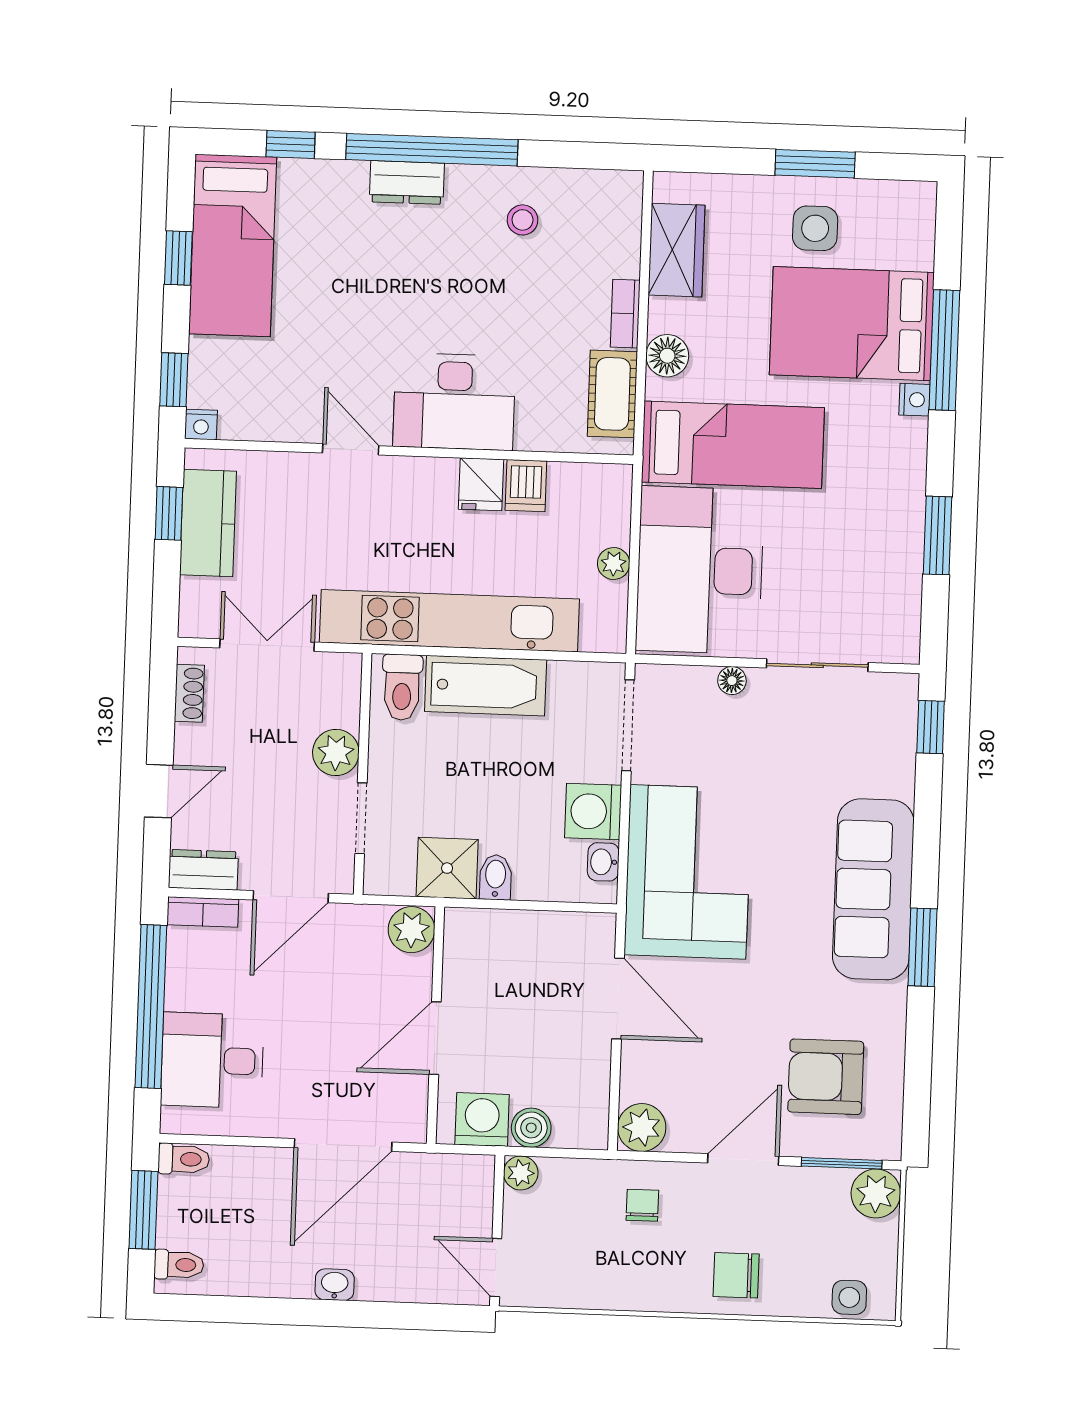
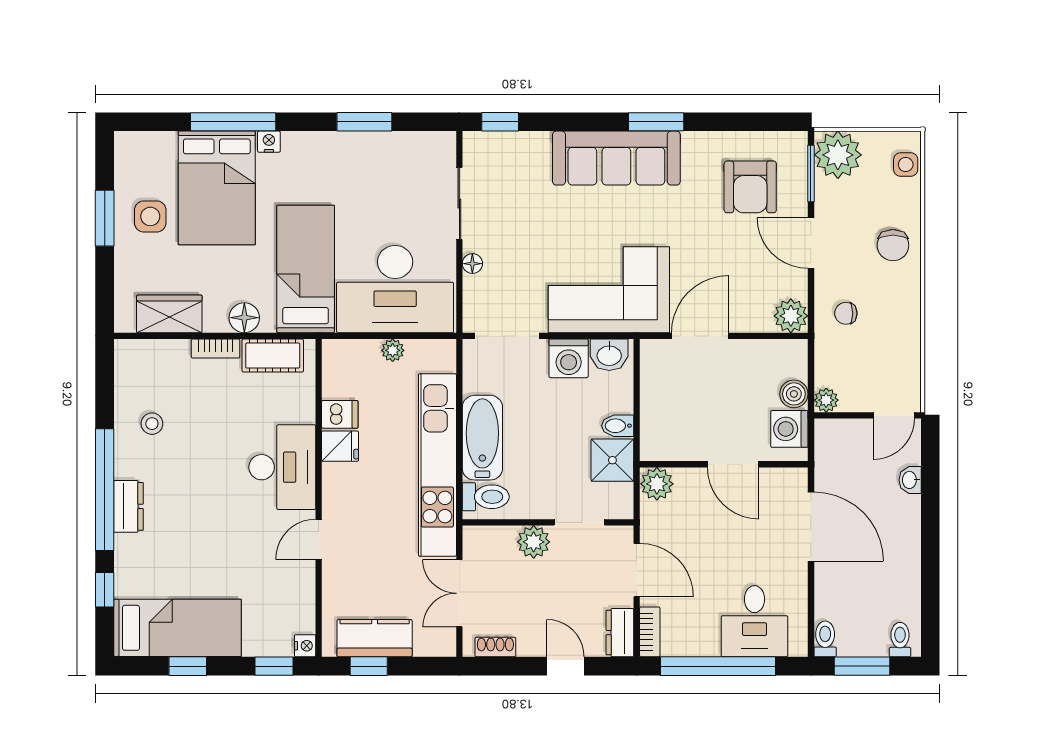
washbasin: (603, 862) -> (609, 355), width x1.38, depth x1.45
plant: (876, 1193) -> (838, 155), width x1.36, depth x1.36
washbasin: (335, 1285) -> (910, 480), moved

